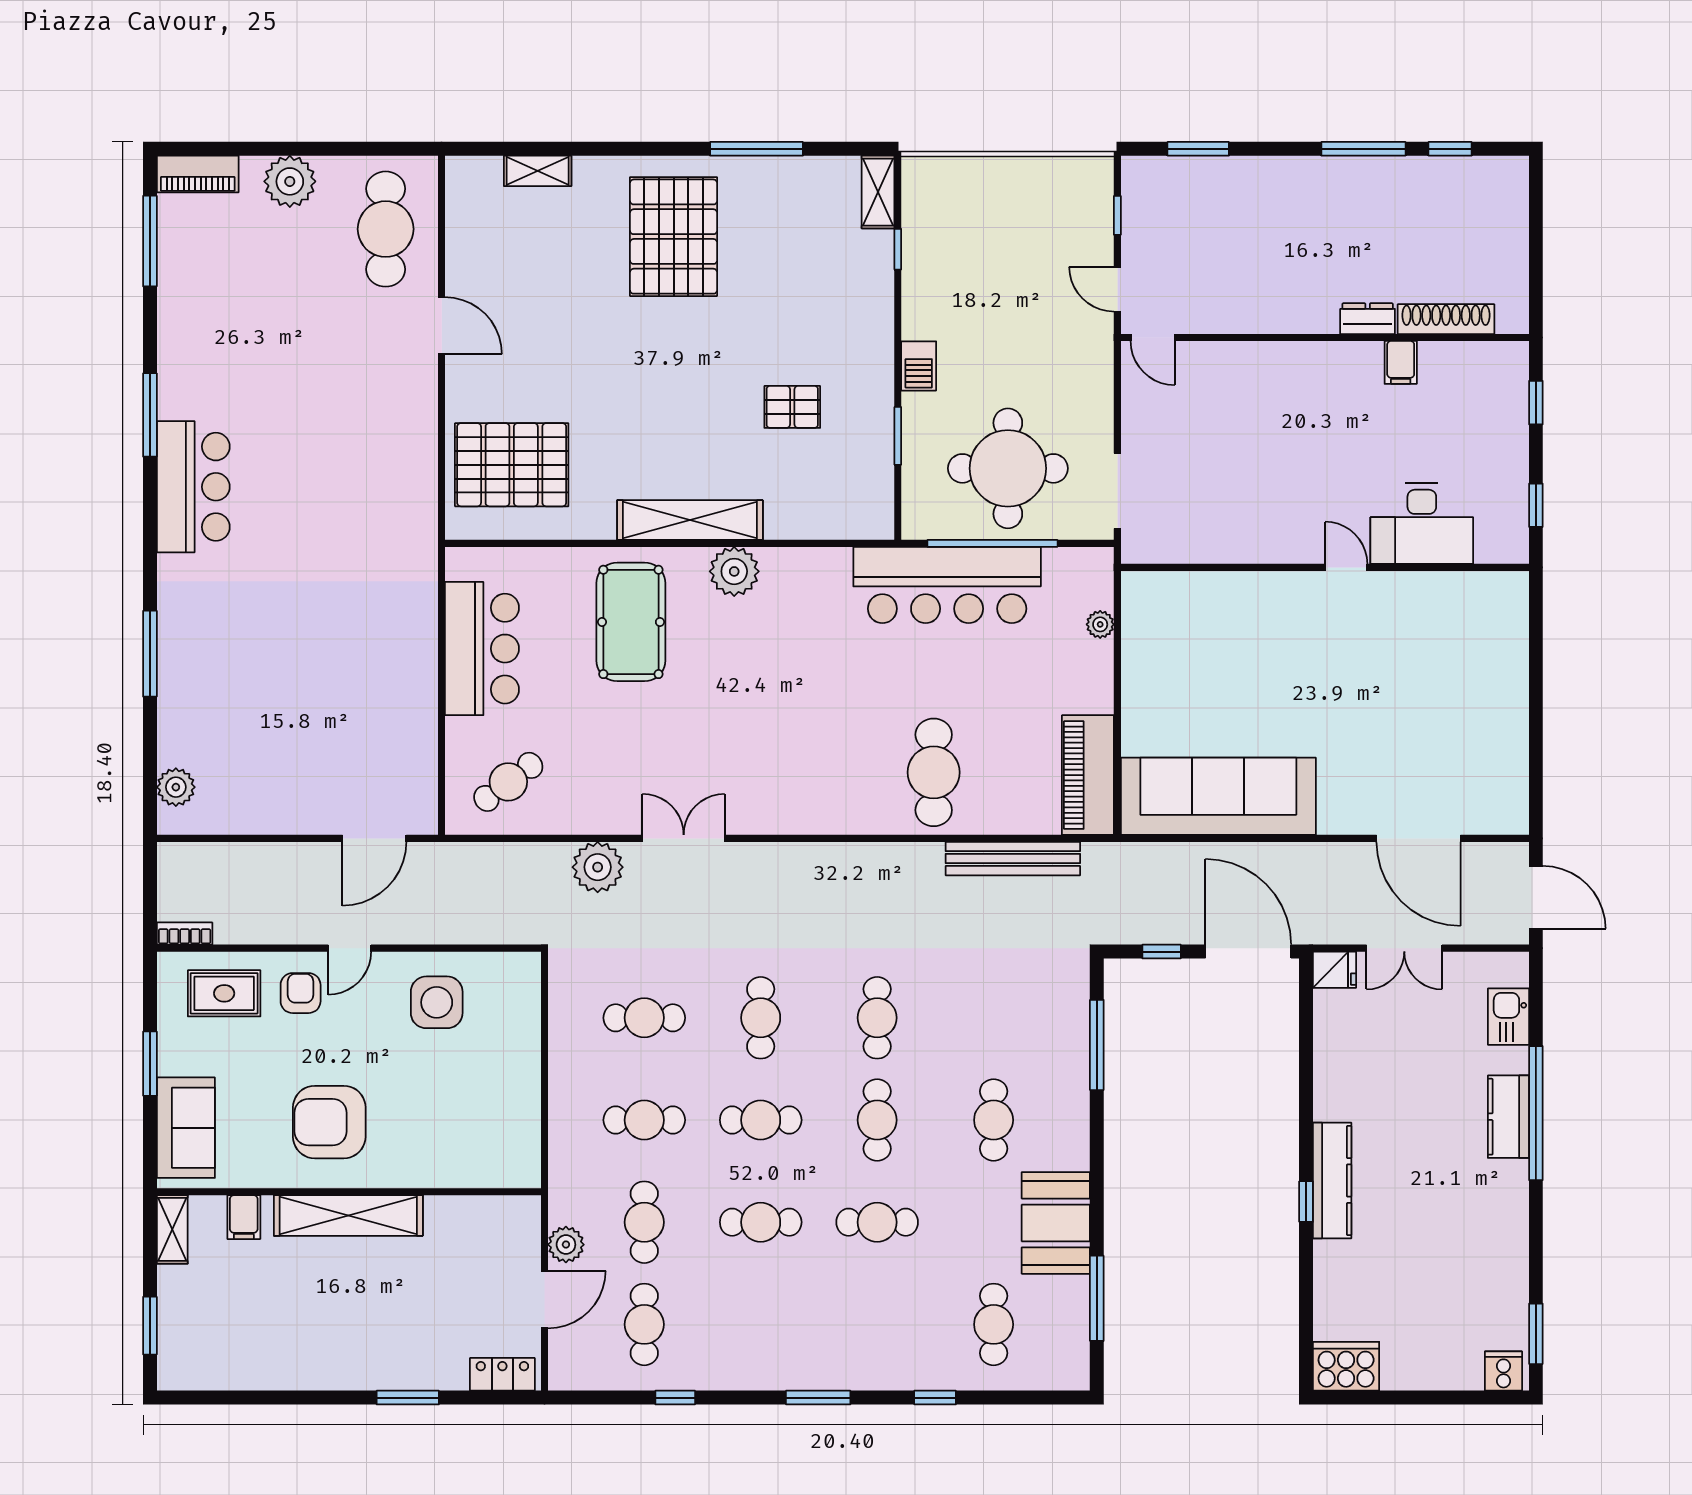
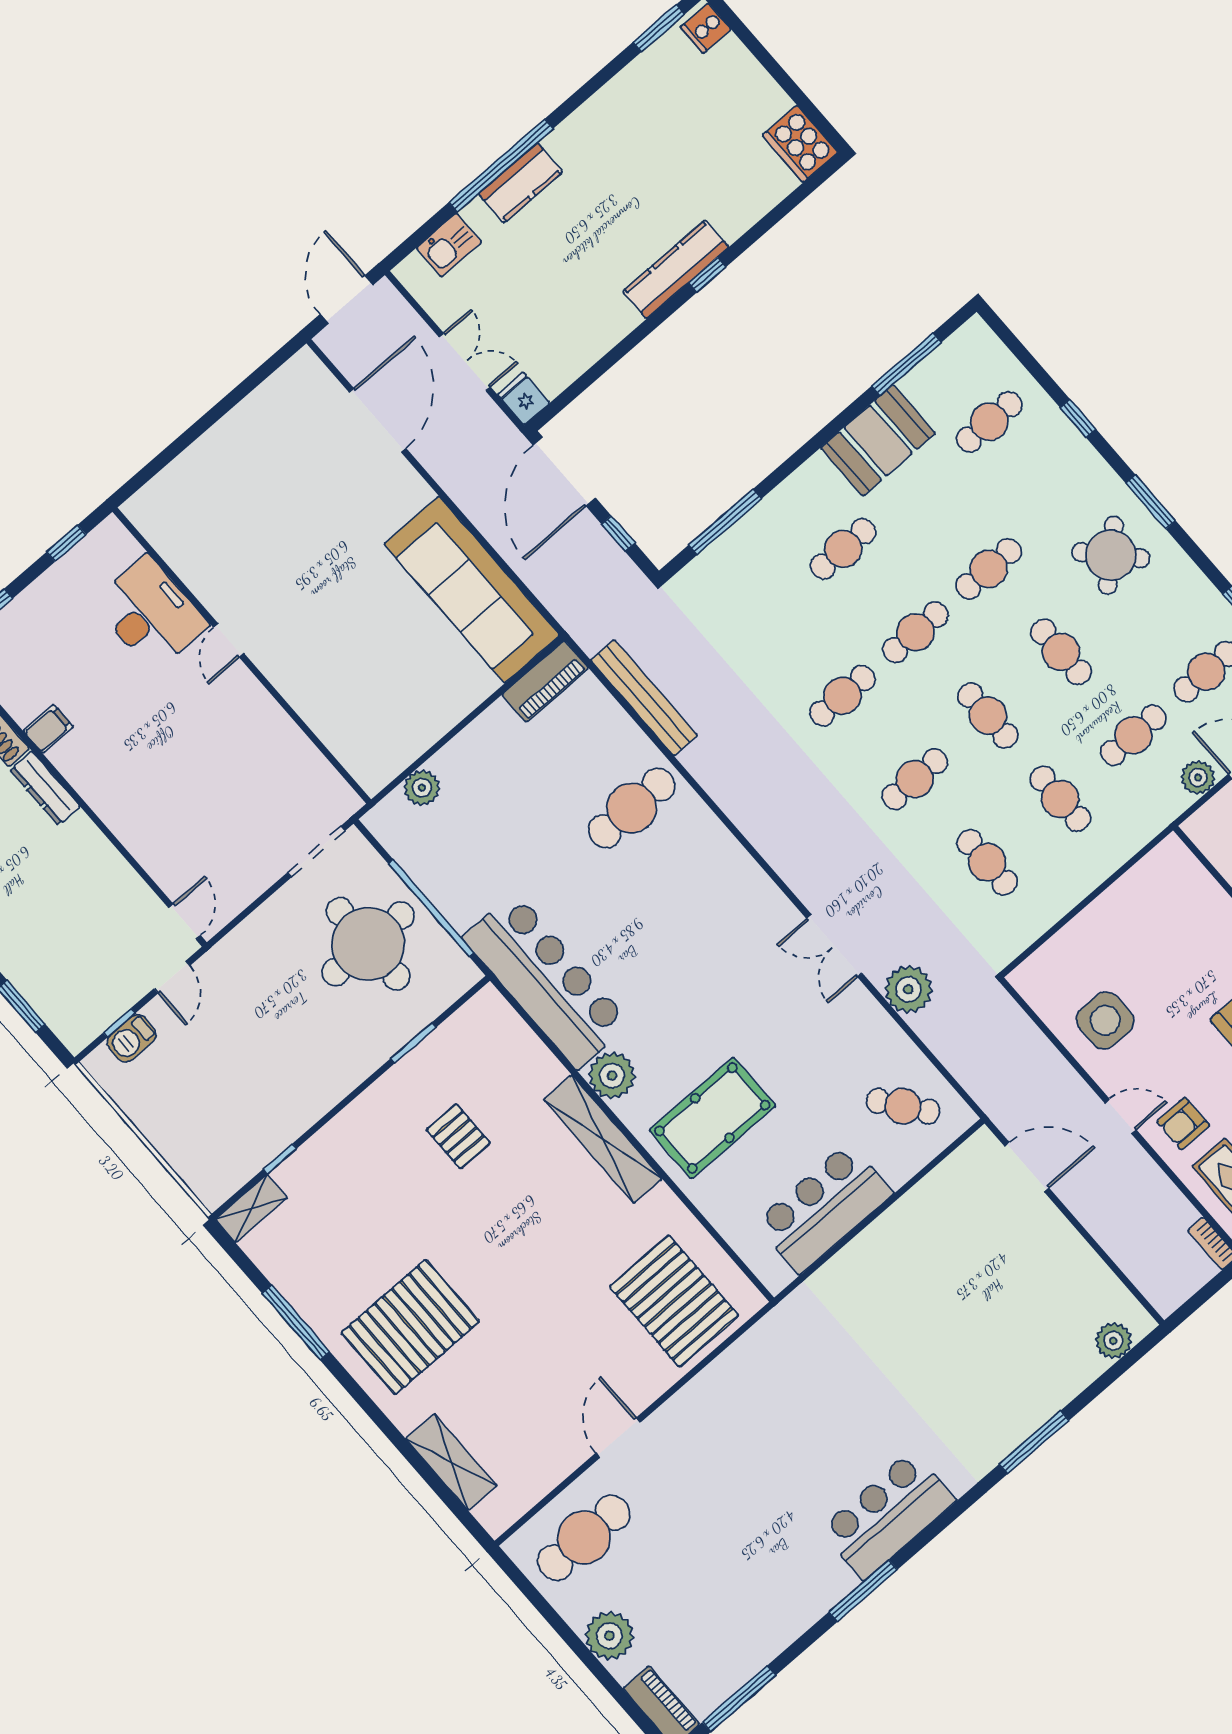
shelving: (538, 171) -> (451, 1462), width x1.50, depth x1.33
dresser: (1368, 319) -> (45, 788), width x1.44
barbecue: (919, 366) -> (132, 1038), moved, turned 180
bar counter: (947, 585) -> (546, 980), moved
plant: (1100, 624) -> (422, 788), width x1.38, depth x1.38
piano: (1088, 775) -> (545, 681), width x0.73, depth x0.75
cafe table: (877, 1222) -> (989, 569), turned 90
round table: (803, 1329) -> (1111, 555), added

